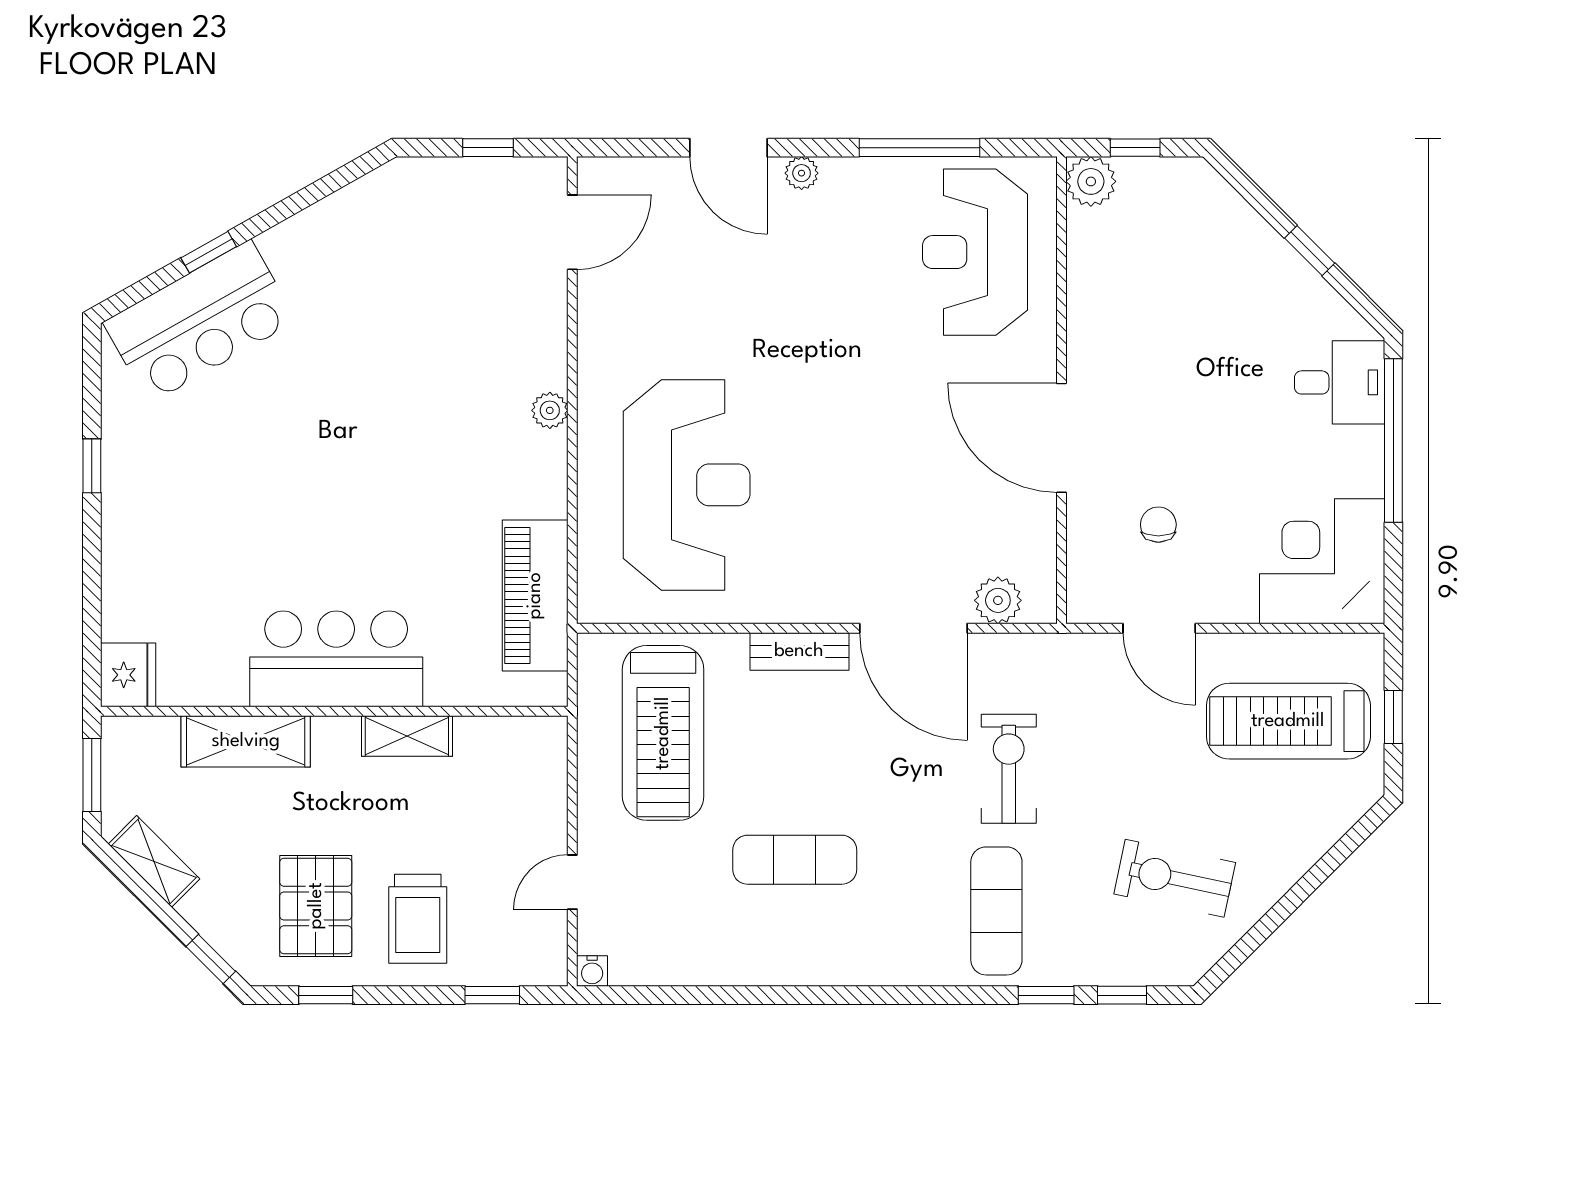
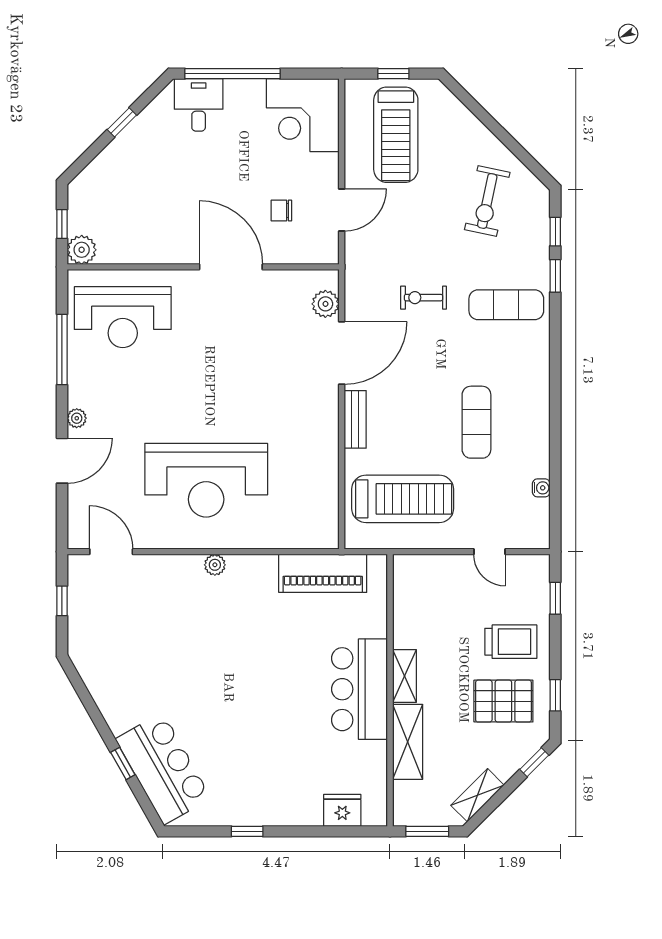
door: (1062, 438) -> (231, 267), swing flipped
reception desk: (687, 485) -> (206, 480), moved, turned 180
fridge: (128, 675) -> (342, 810), moved
shelving: (407, 736) -> (404, 676), moved
exercise bike: (1009, 769) -> (424, 298), width x0.73, depth x0.72
water cooler: (592, 971) -> (541, 488), moved

